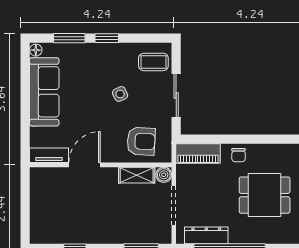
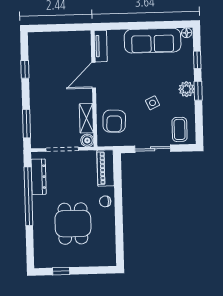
window: (69, 38) -> (197, 60), width x0.67
plant: (105, 52) -> (186, 89), added
door: (85, 165) -> (94, 75), swing flipped

